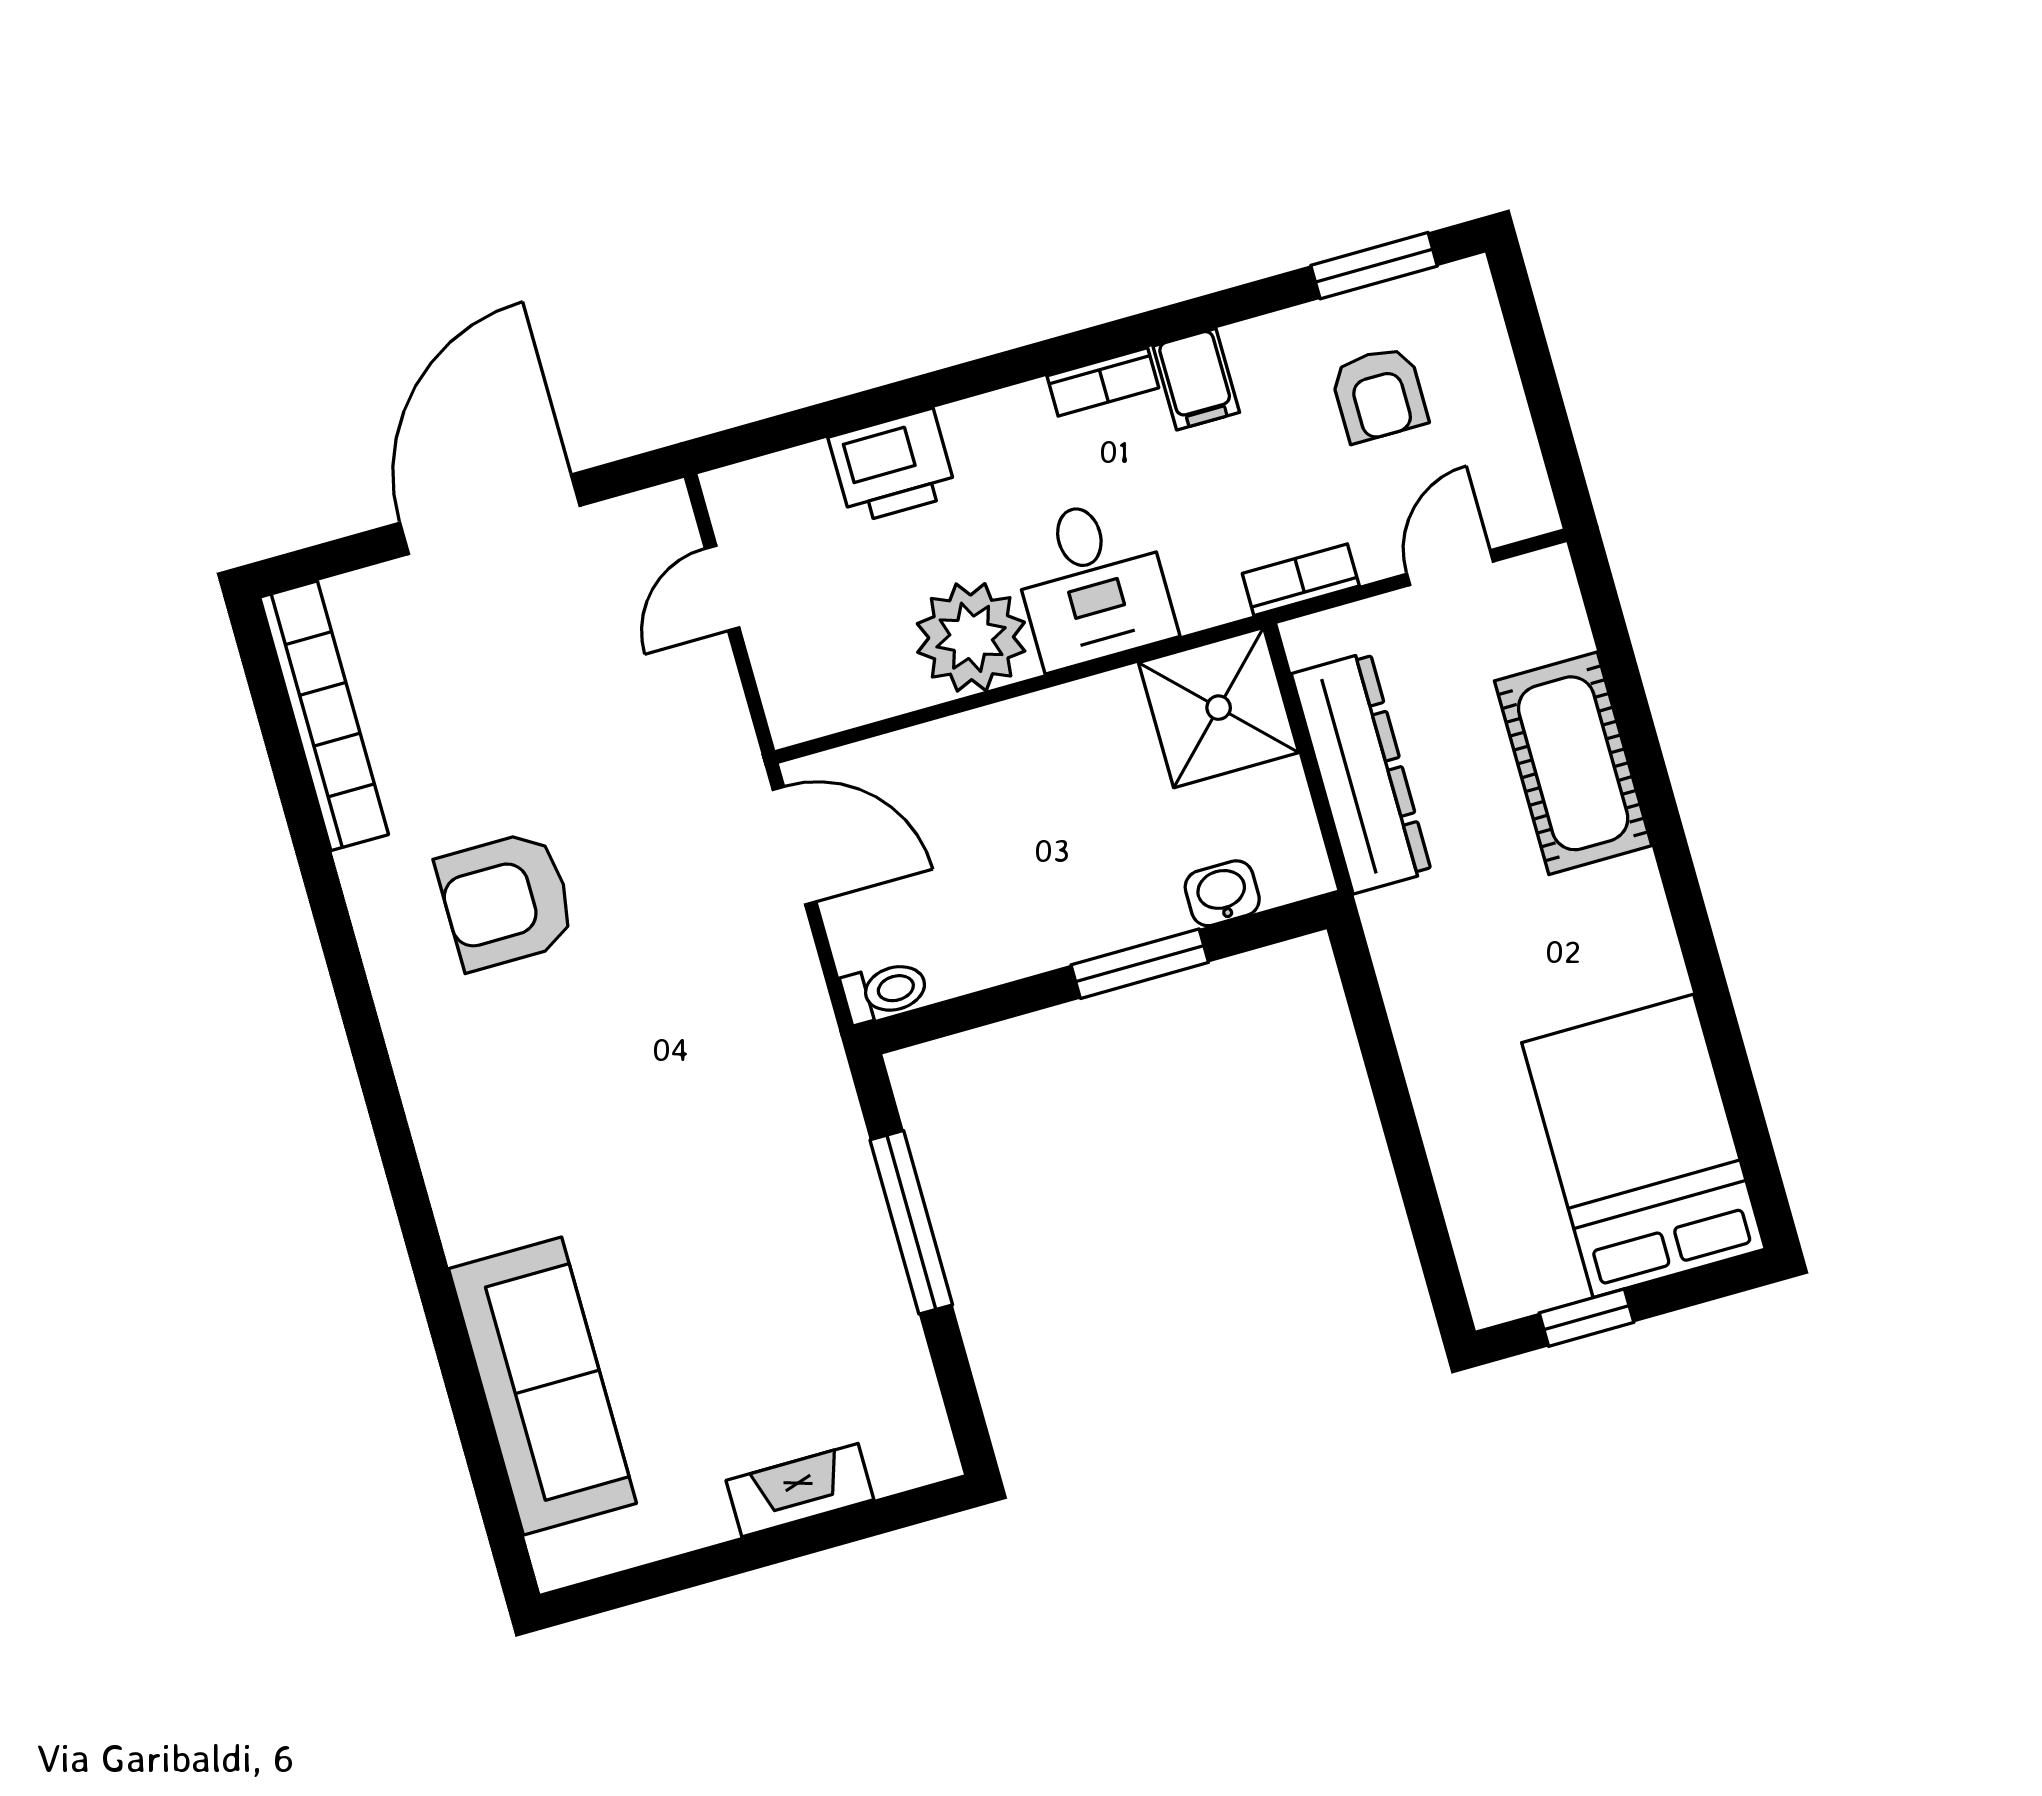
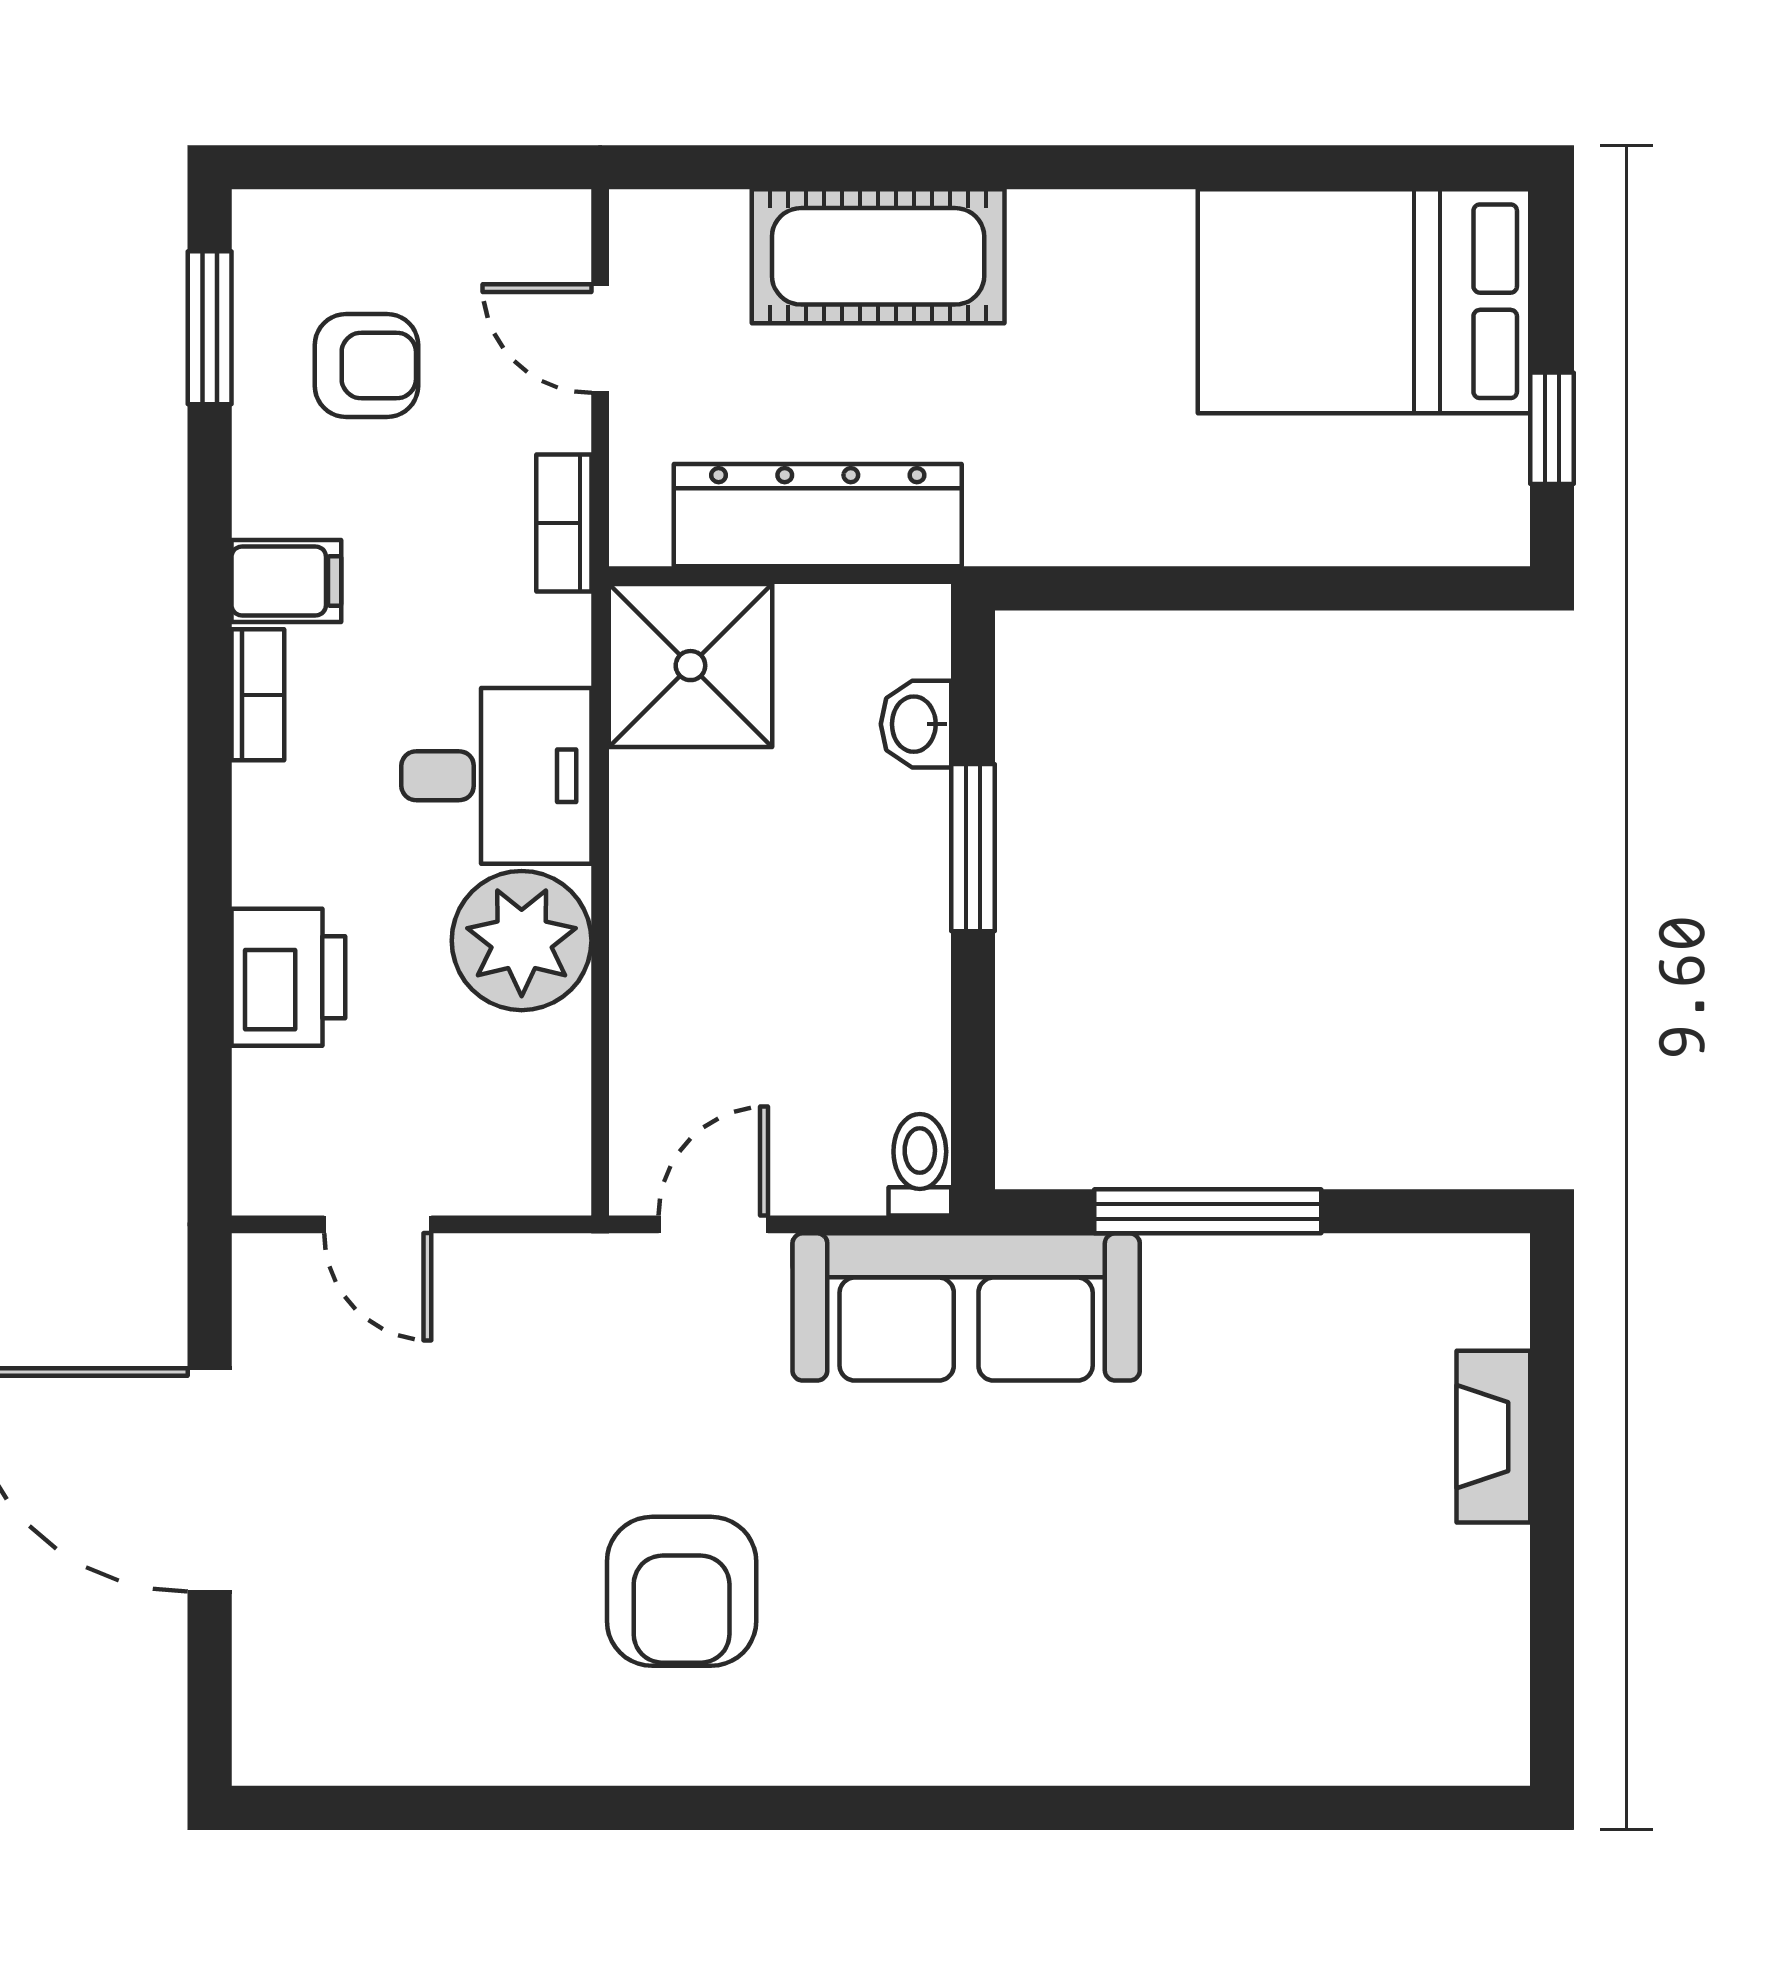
bookcase: (324, 716) -> (397, 1748), removed
door: (795, 846) -> (713, 1224), width x0.73
sofa: (543, 1386) -> (966, 1307), moved, turned 180

